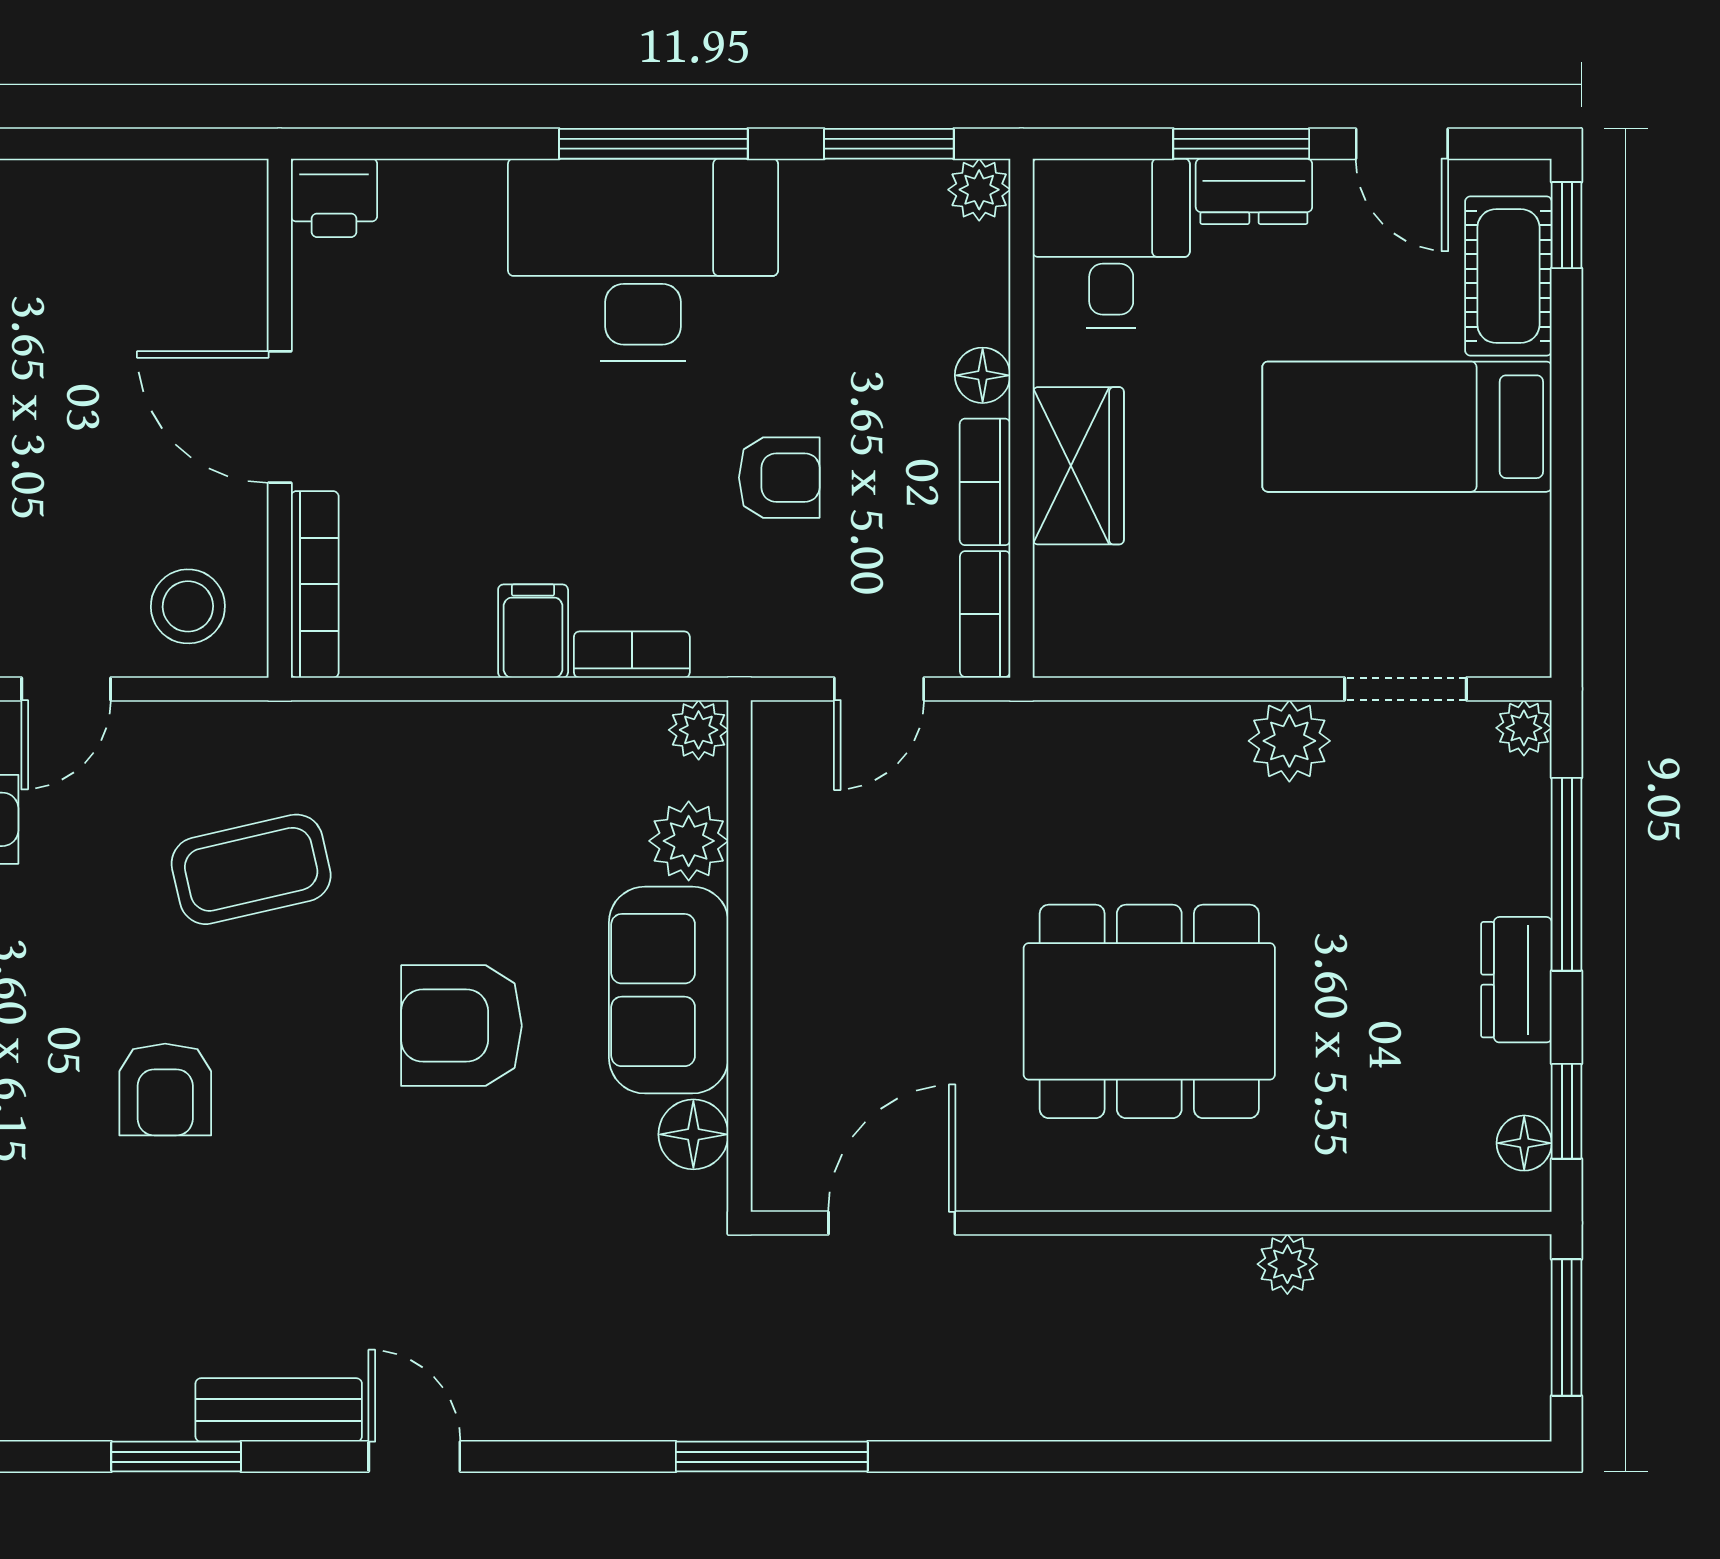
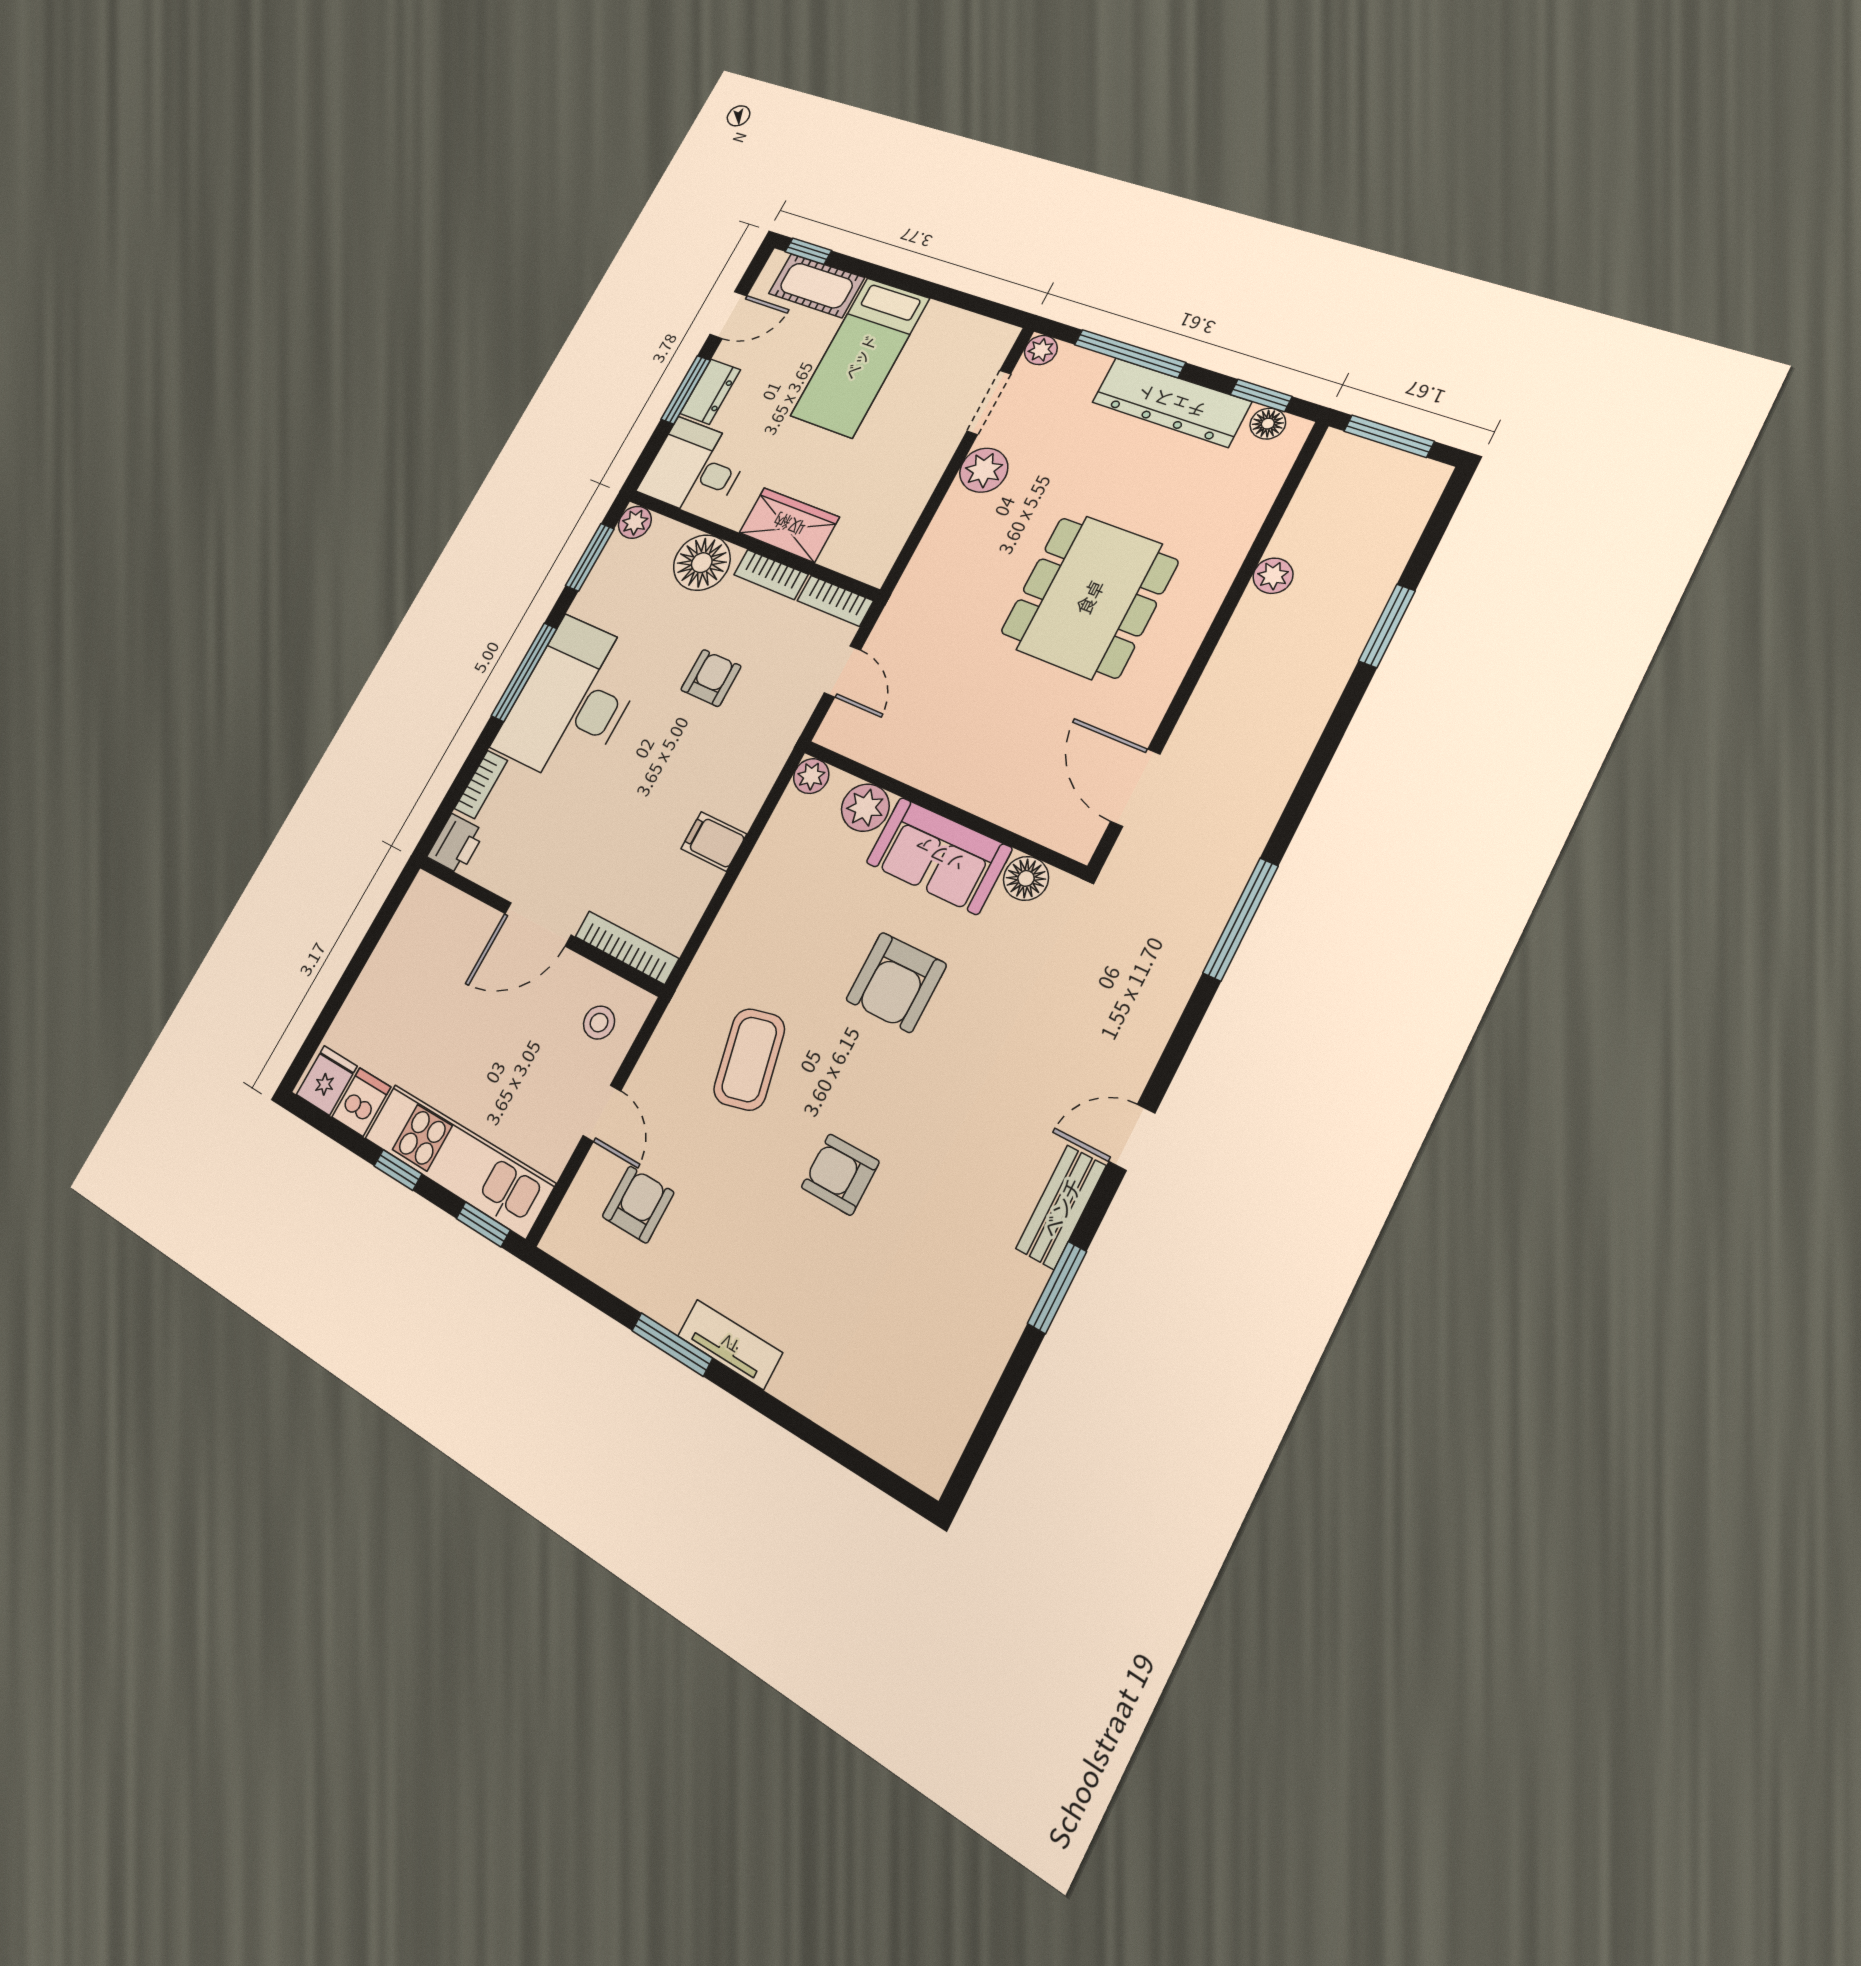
floor lamp: (983, 375) -> (702, 563), width x1.89, depth x1.89
stool: (188, 606) -> (599, 1023), width x0.73, depth x0.73
bookcase: (632, 655) -> (481, 784), moved, turned 180
dresser: (1516, 980) -> (1171, 402), width x1.96, depth x1.24
armchair: (165, 1089) -> (840, 1174), turned 180
window: (1274, 1457) -> (1387, 626), added

